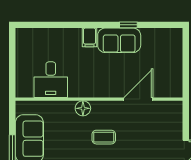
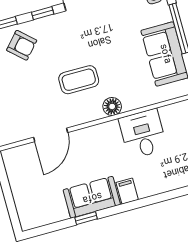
desk: (51, 80) -> (143, 134), moved
coffee table: (104, 137) -> (79, 80), width x1.36, depth x1.30

